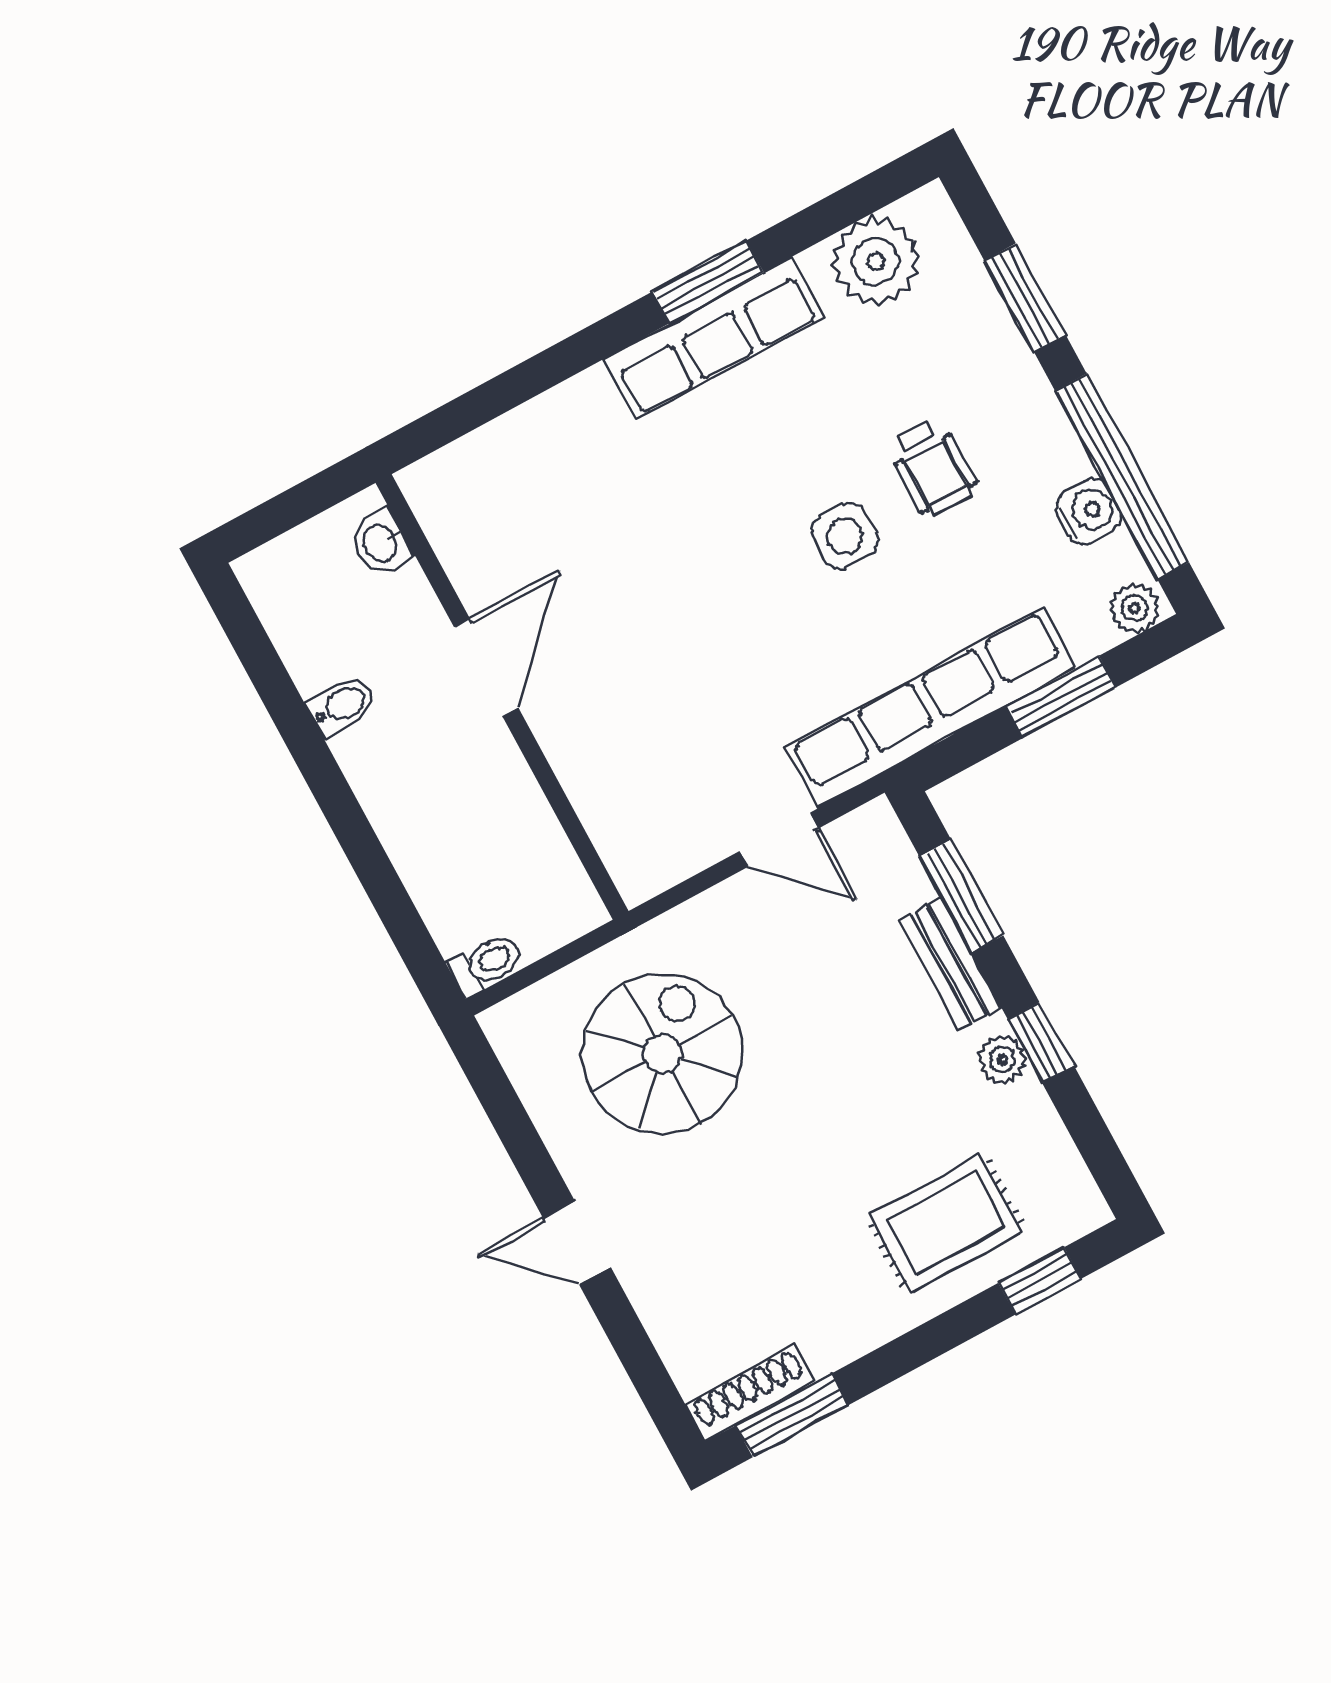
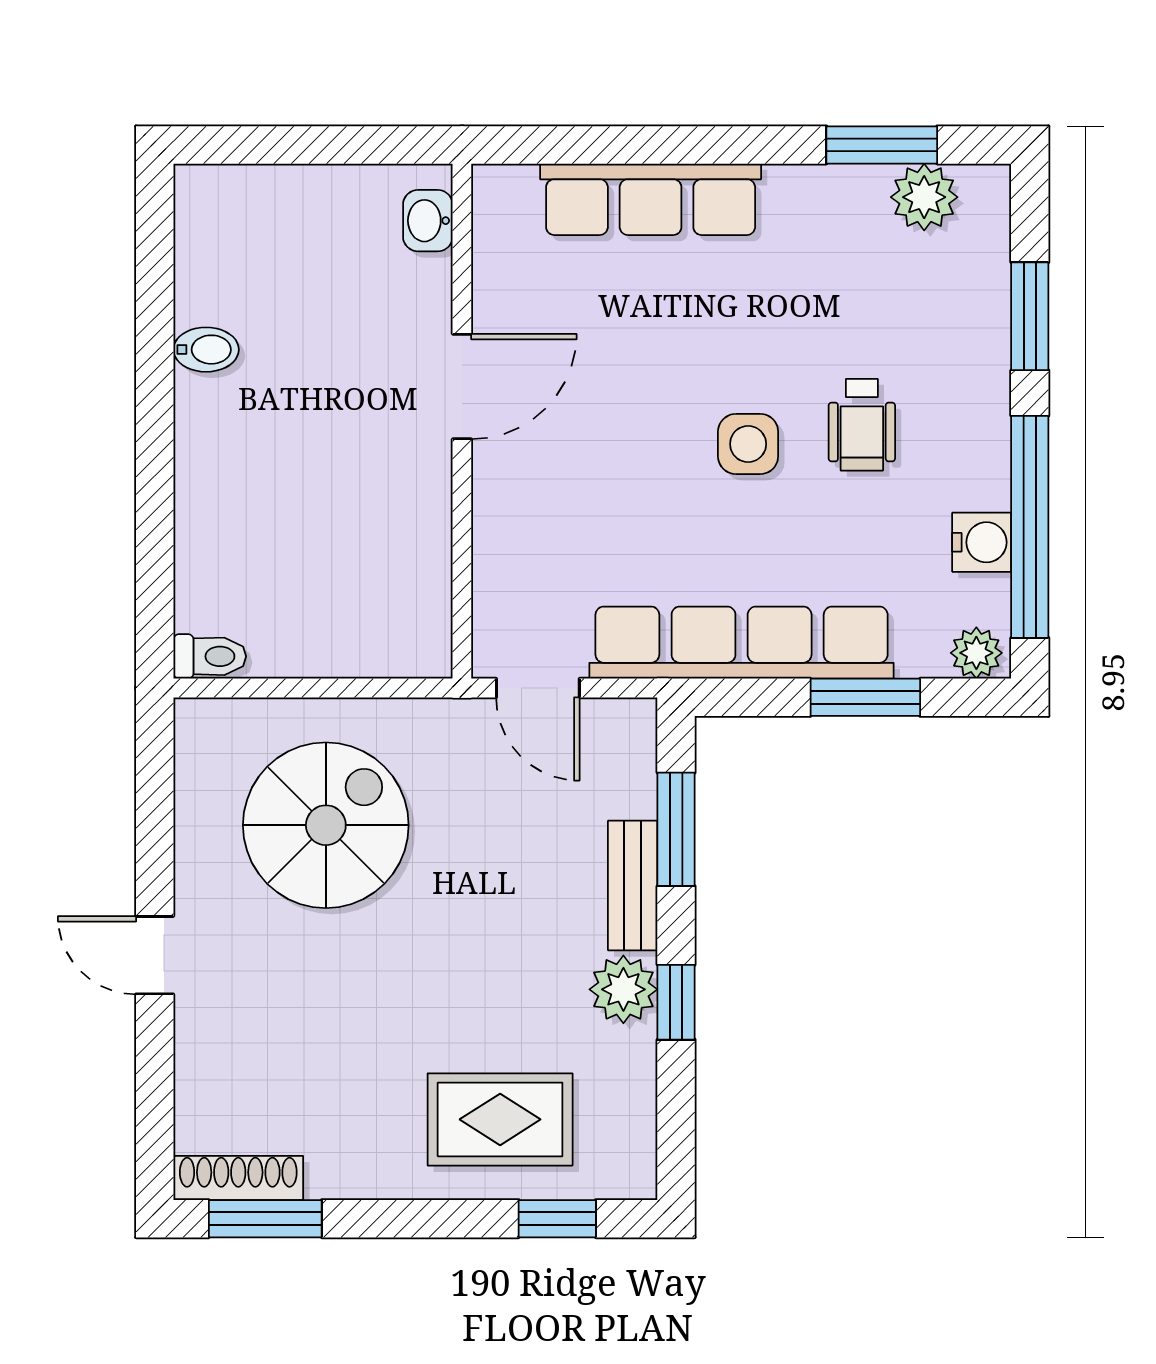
plant: (876, 261) -> (924, 197), width x0.73, depth x0.73
window: (708, 282) -> (882, 145), moved
row of seats: (714, 338) -> (651, 199), moved
washbasin: (381, 543) -> (428, 221), moved
door: (486, 668) -> (462, 387), moved
wall: (502, 697) -> (462, 421), moved
plant: (1002, 1060) -> (623, 989), width x1.38, depth x1.38

